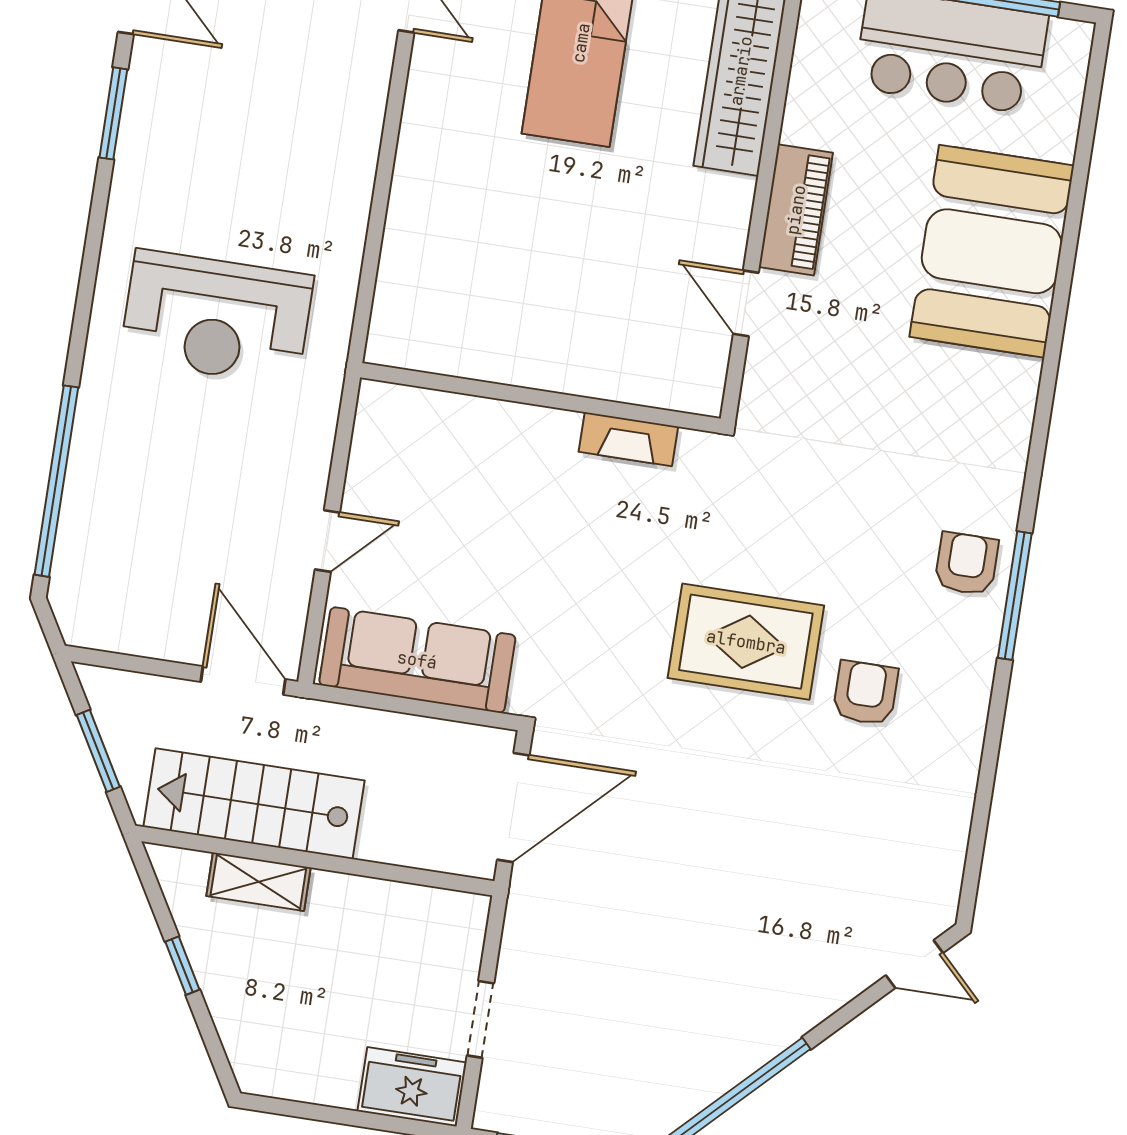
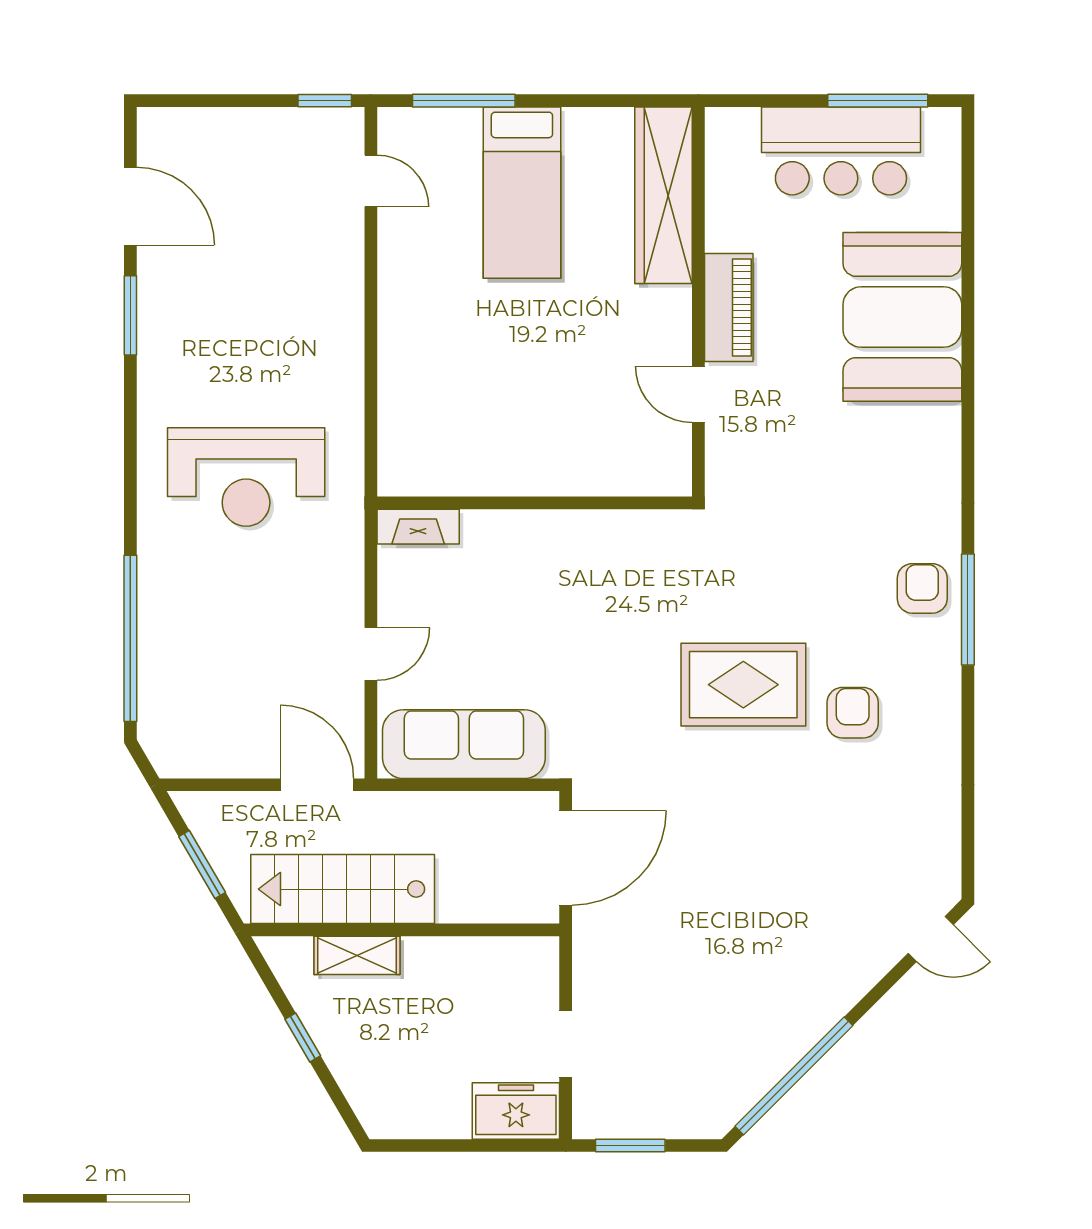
fireplace: (628, 439) -> (418, 527), moved

